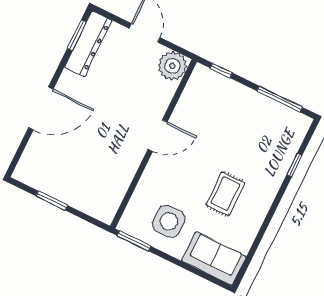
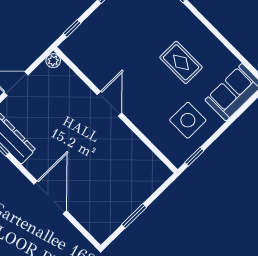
plant: (172, 66) -> (53, 61), width x0.53, depth x0.53
window: (134, 241) -> (194, 157), width x0.67

